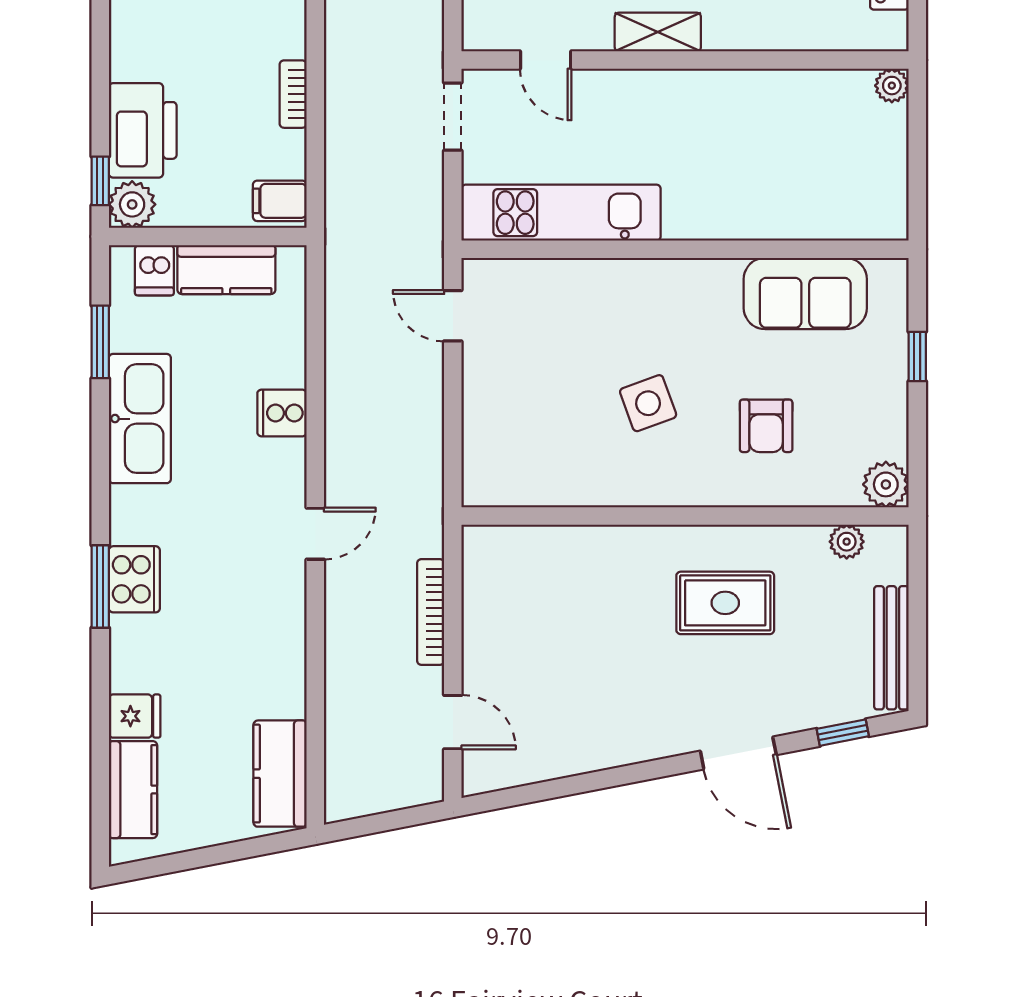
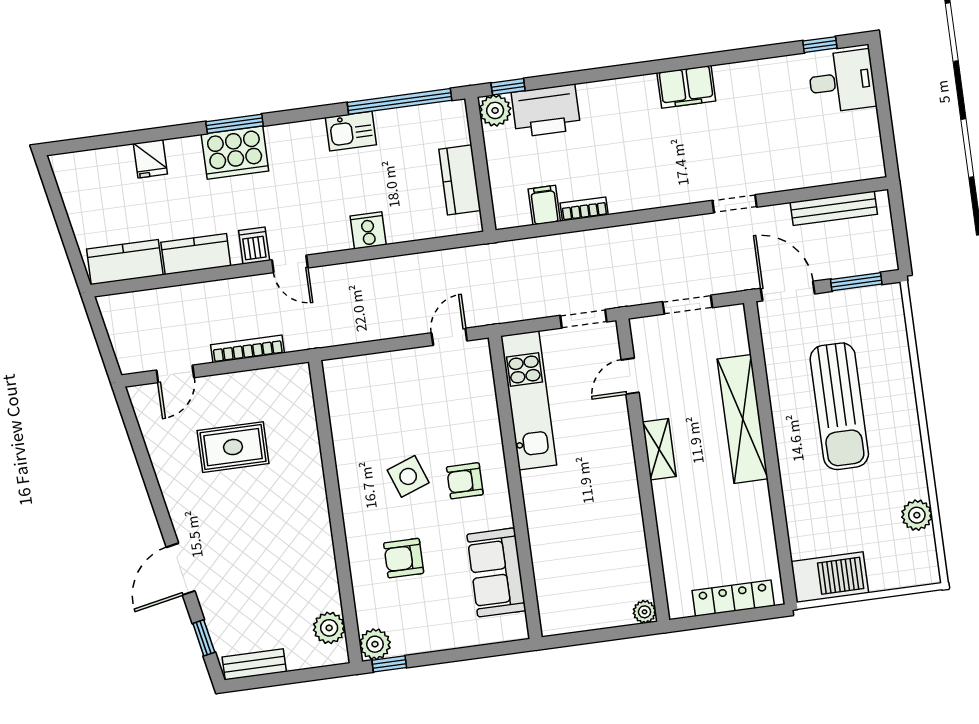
filing cabinet: (280, 201) -> (544, 205), moved
dishwasher: (154, 270) -> (254, 246), moved, turned 90
armchair: (666, 321) -> (465, 481), added
window: (100, 342) -> (400, 101), width x2.11
window: (917, 357) -> (389, 664), moved
kitchen sink: (140, 419) -> (351, 131), width x0.53, depth x0.81
plant: (847, 542) -> (329, 628), width x1.38, depth x1.38
cooker: (134, 579) -> (235, 153), width x1.37, depth x1.31
rug: (725, 603) -> (233, 447), moved, turned 90
bench: (891, 648) -> (254, 664), width x0.73
kitchen counter: (133, 790) -> (196, 254), moved, turned 180

